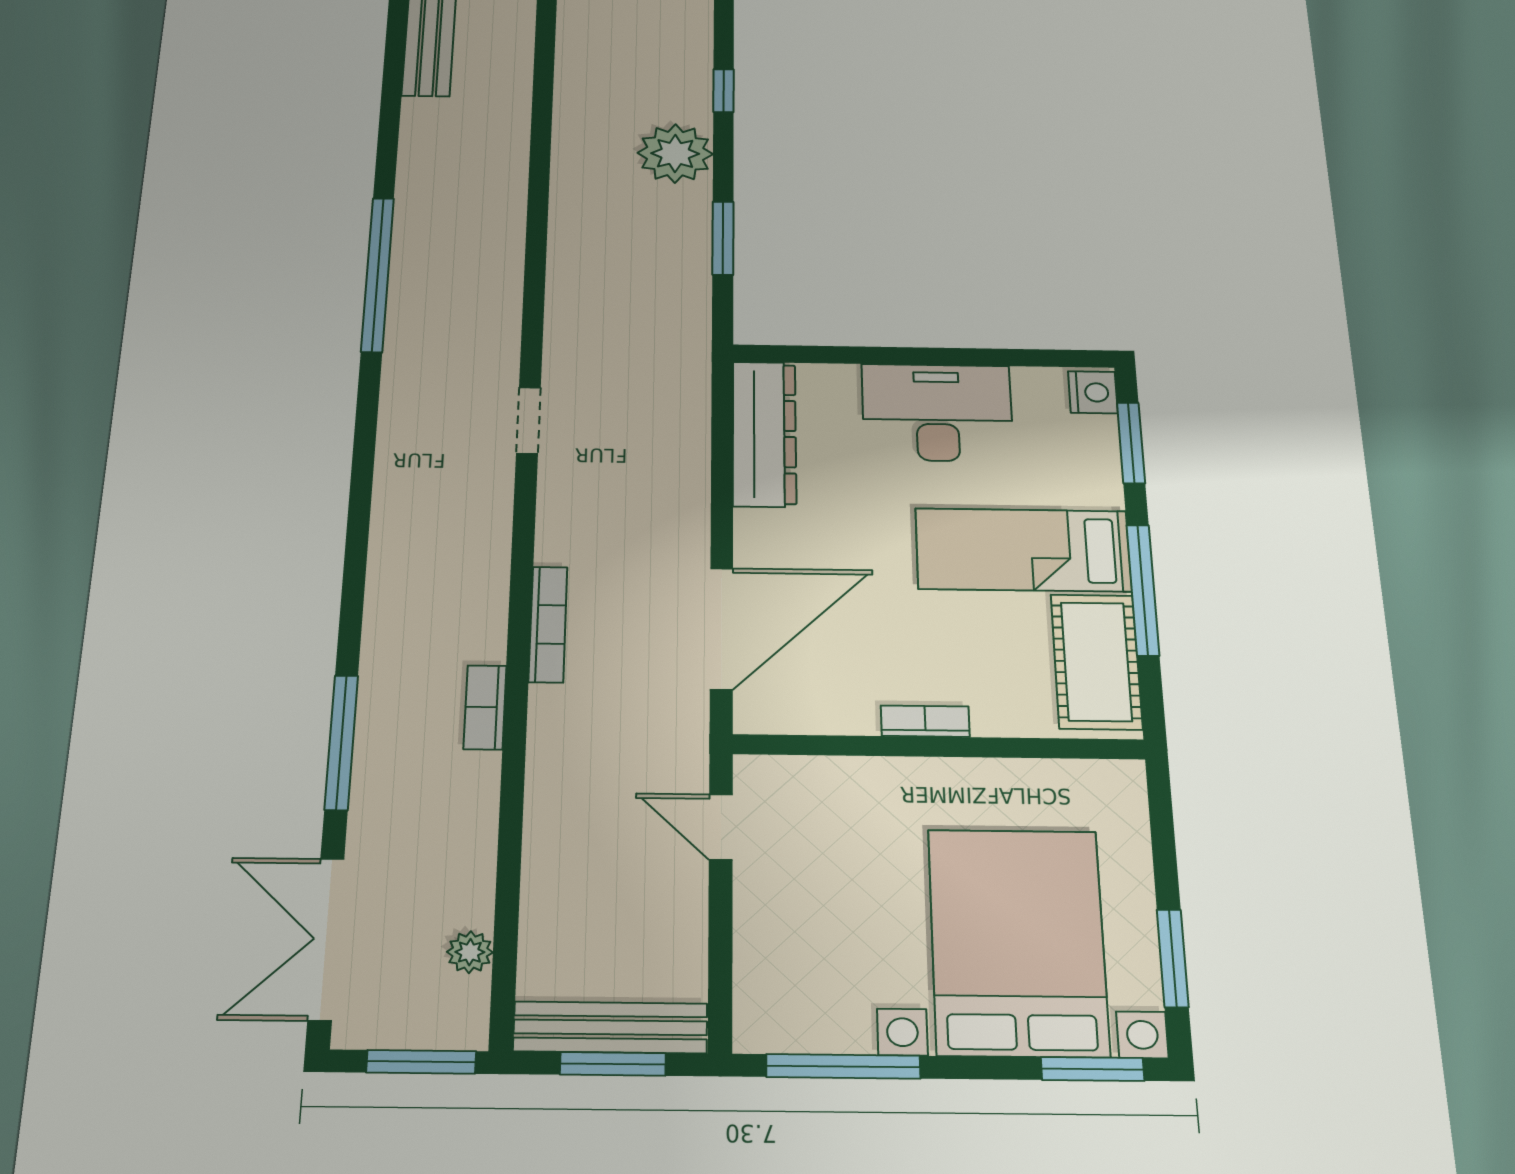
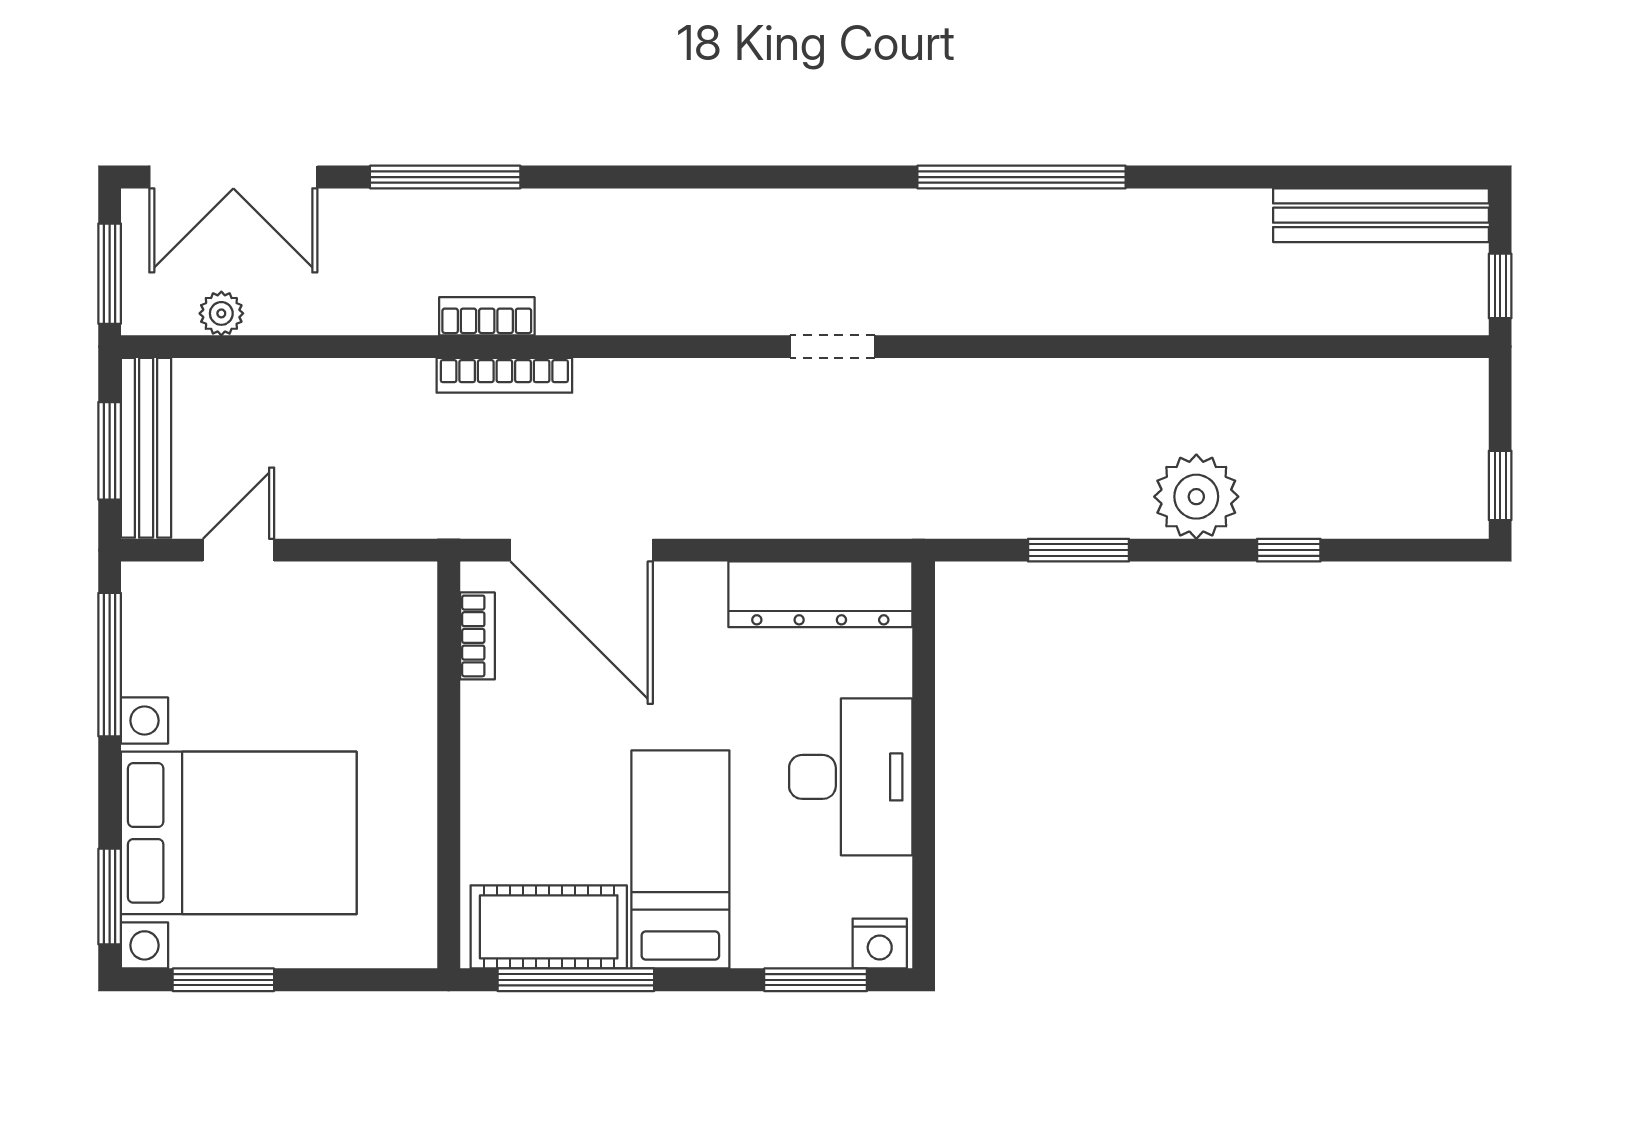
window: (1143, 590) -> (576, 980), moved
bookcase: (548, 624) -> (504, 375), moved
bookcase: (925, 721) -> (477, 636), moved
door: (721, 827) -> (239, 550), moved
double door: (326, 939) -> (233, 177), swing flipped

